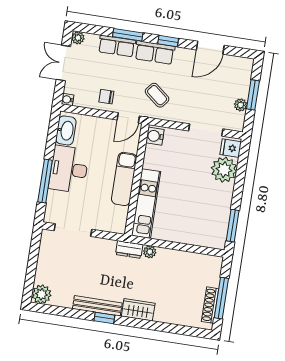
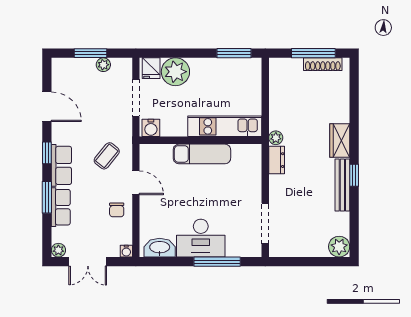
water cooler: (155, 136) -> (151, 128), moved
exam couch: (124, 179) -> (202, 154), moved
wall: (137, 180) -> (201, 140), moved
kitchen unit: (146, 204) -> (225, 126), moved

